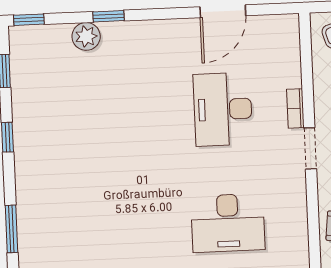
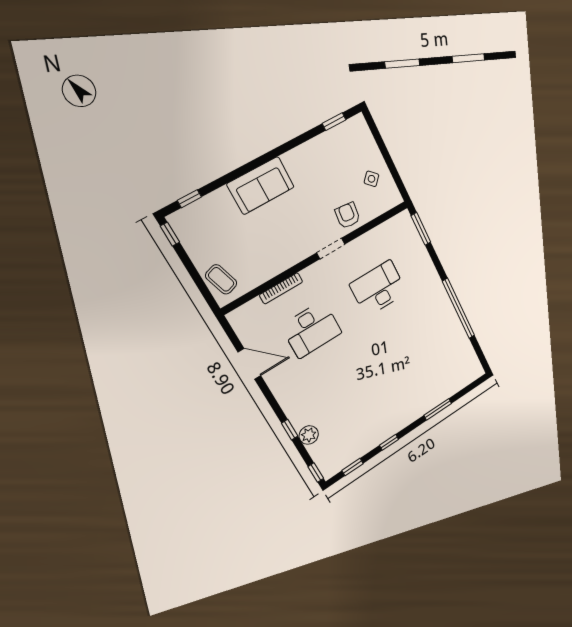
bookcase: (295, 108) -> (281, 288), width x1.56
doorway: (310, 148) -> (331, 249), moved
desk: (228, 223) -> (378, 288), turned -90

